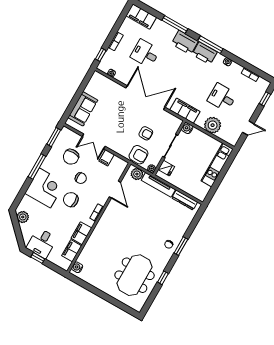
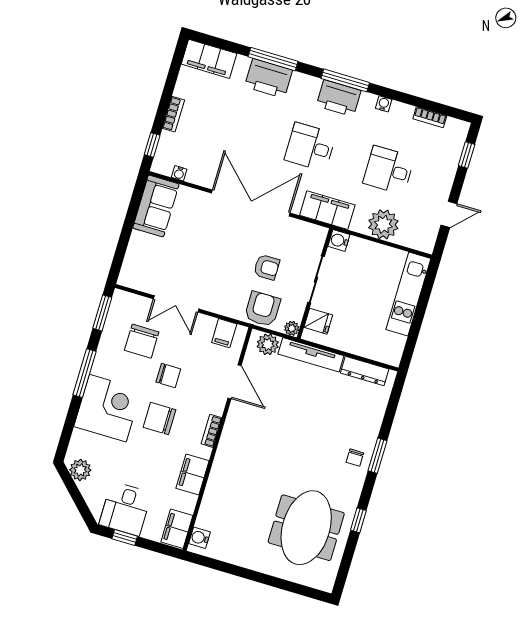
printer: (185, 42) -> (268, 78), moved
desk: (145, 53) -> (310, 147), moved
sofa: (83, 109) -> (156, 206), moved
armchair: (138, 155) -> (262, 309), turned -90
filing cabinet: (107, 158) -> (224, 333), moved
filing cabinet: (72, 251) -> (177, 529), moved

